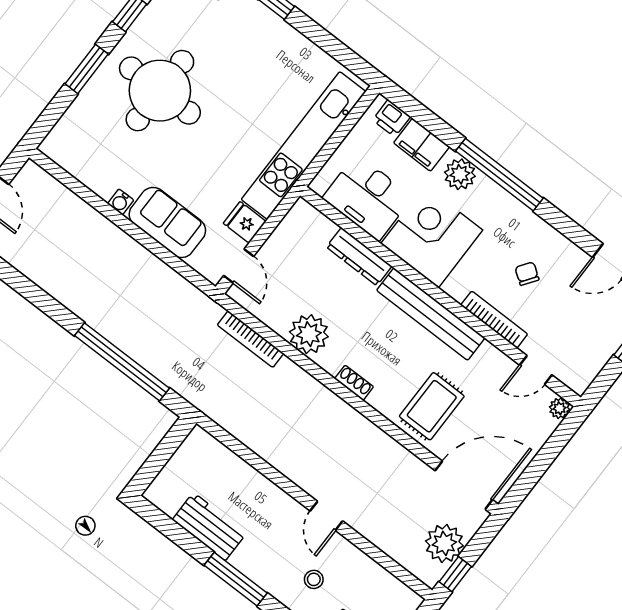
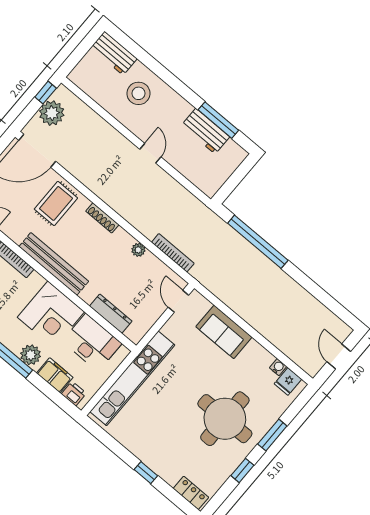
water cooler: (121, 202) -> (278, 367), moved
fridge: (245, 222) -> (288, 381), moved, turned 90
dresser: (359, 257) -> (111, 314), moved
plant: (309, 334) -> (138, 250), width x0.53, depth x0.53
shoe rack: (354, 383) -> (102, 218), width x1.43
door: (326, 516) -> (150, 153), moved
window: (236, 579) -> (218, 120), moved
stool: (314, 579) -> (138, 93), width x1.89, depth x1.89

